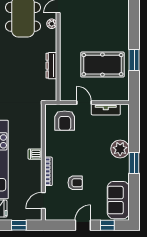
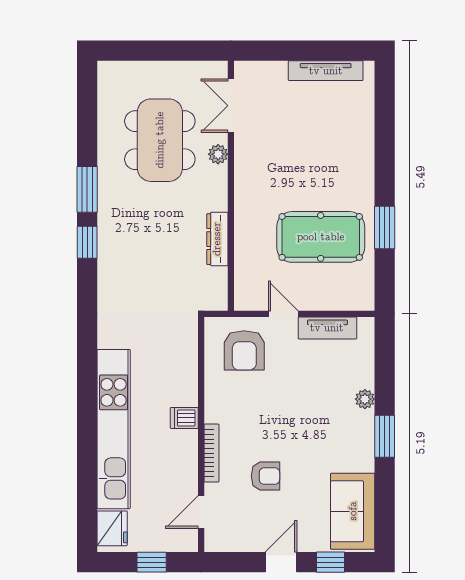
plant: (120, 149) -> (365, 399), width x0.53, depth x0.53

